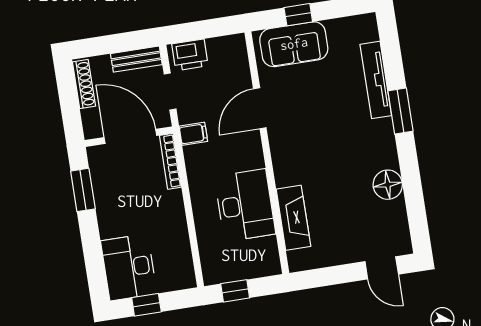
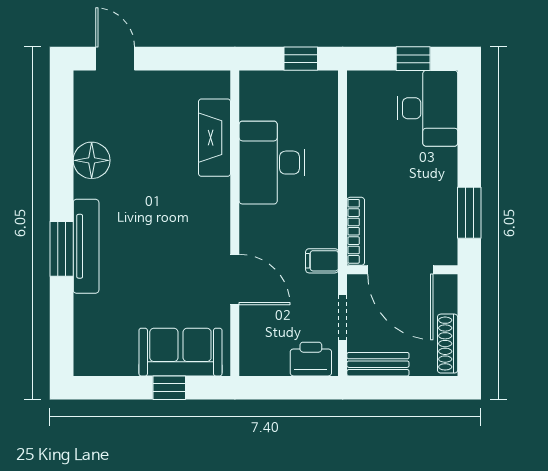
tv unit: (376, 80) -> (86, 246), moved
door: (260, 108) -> (235, 280), hinge flipped

